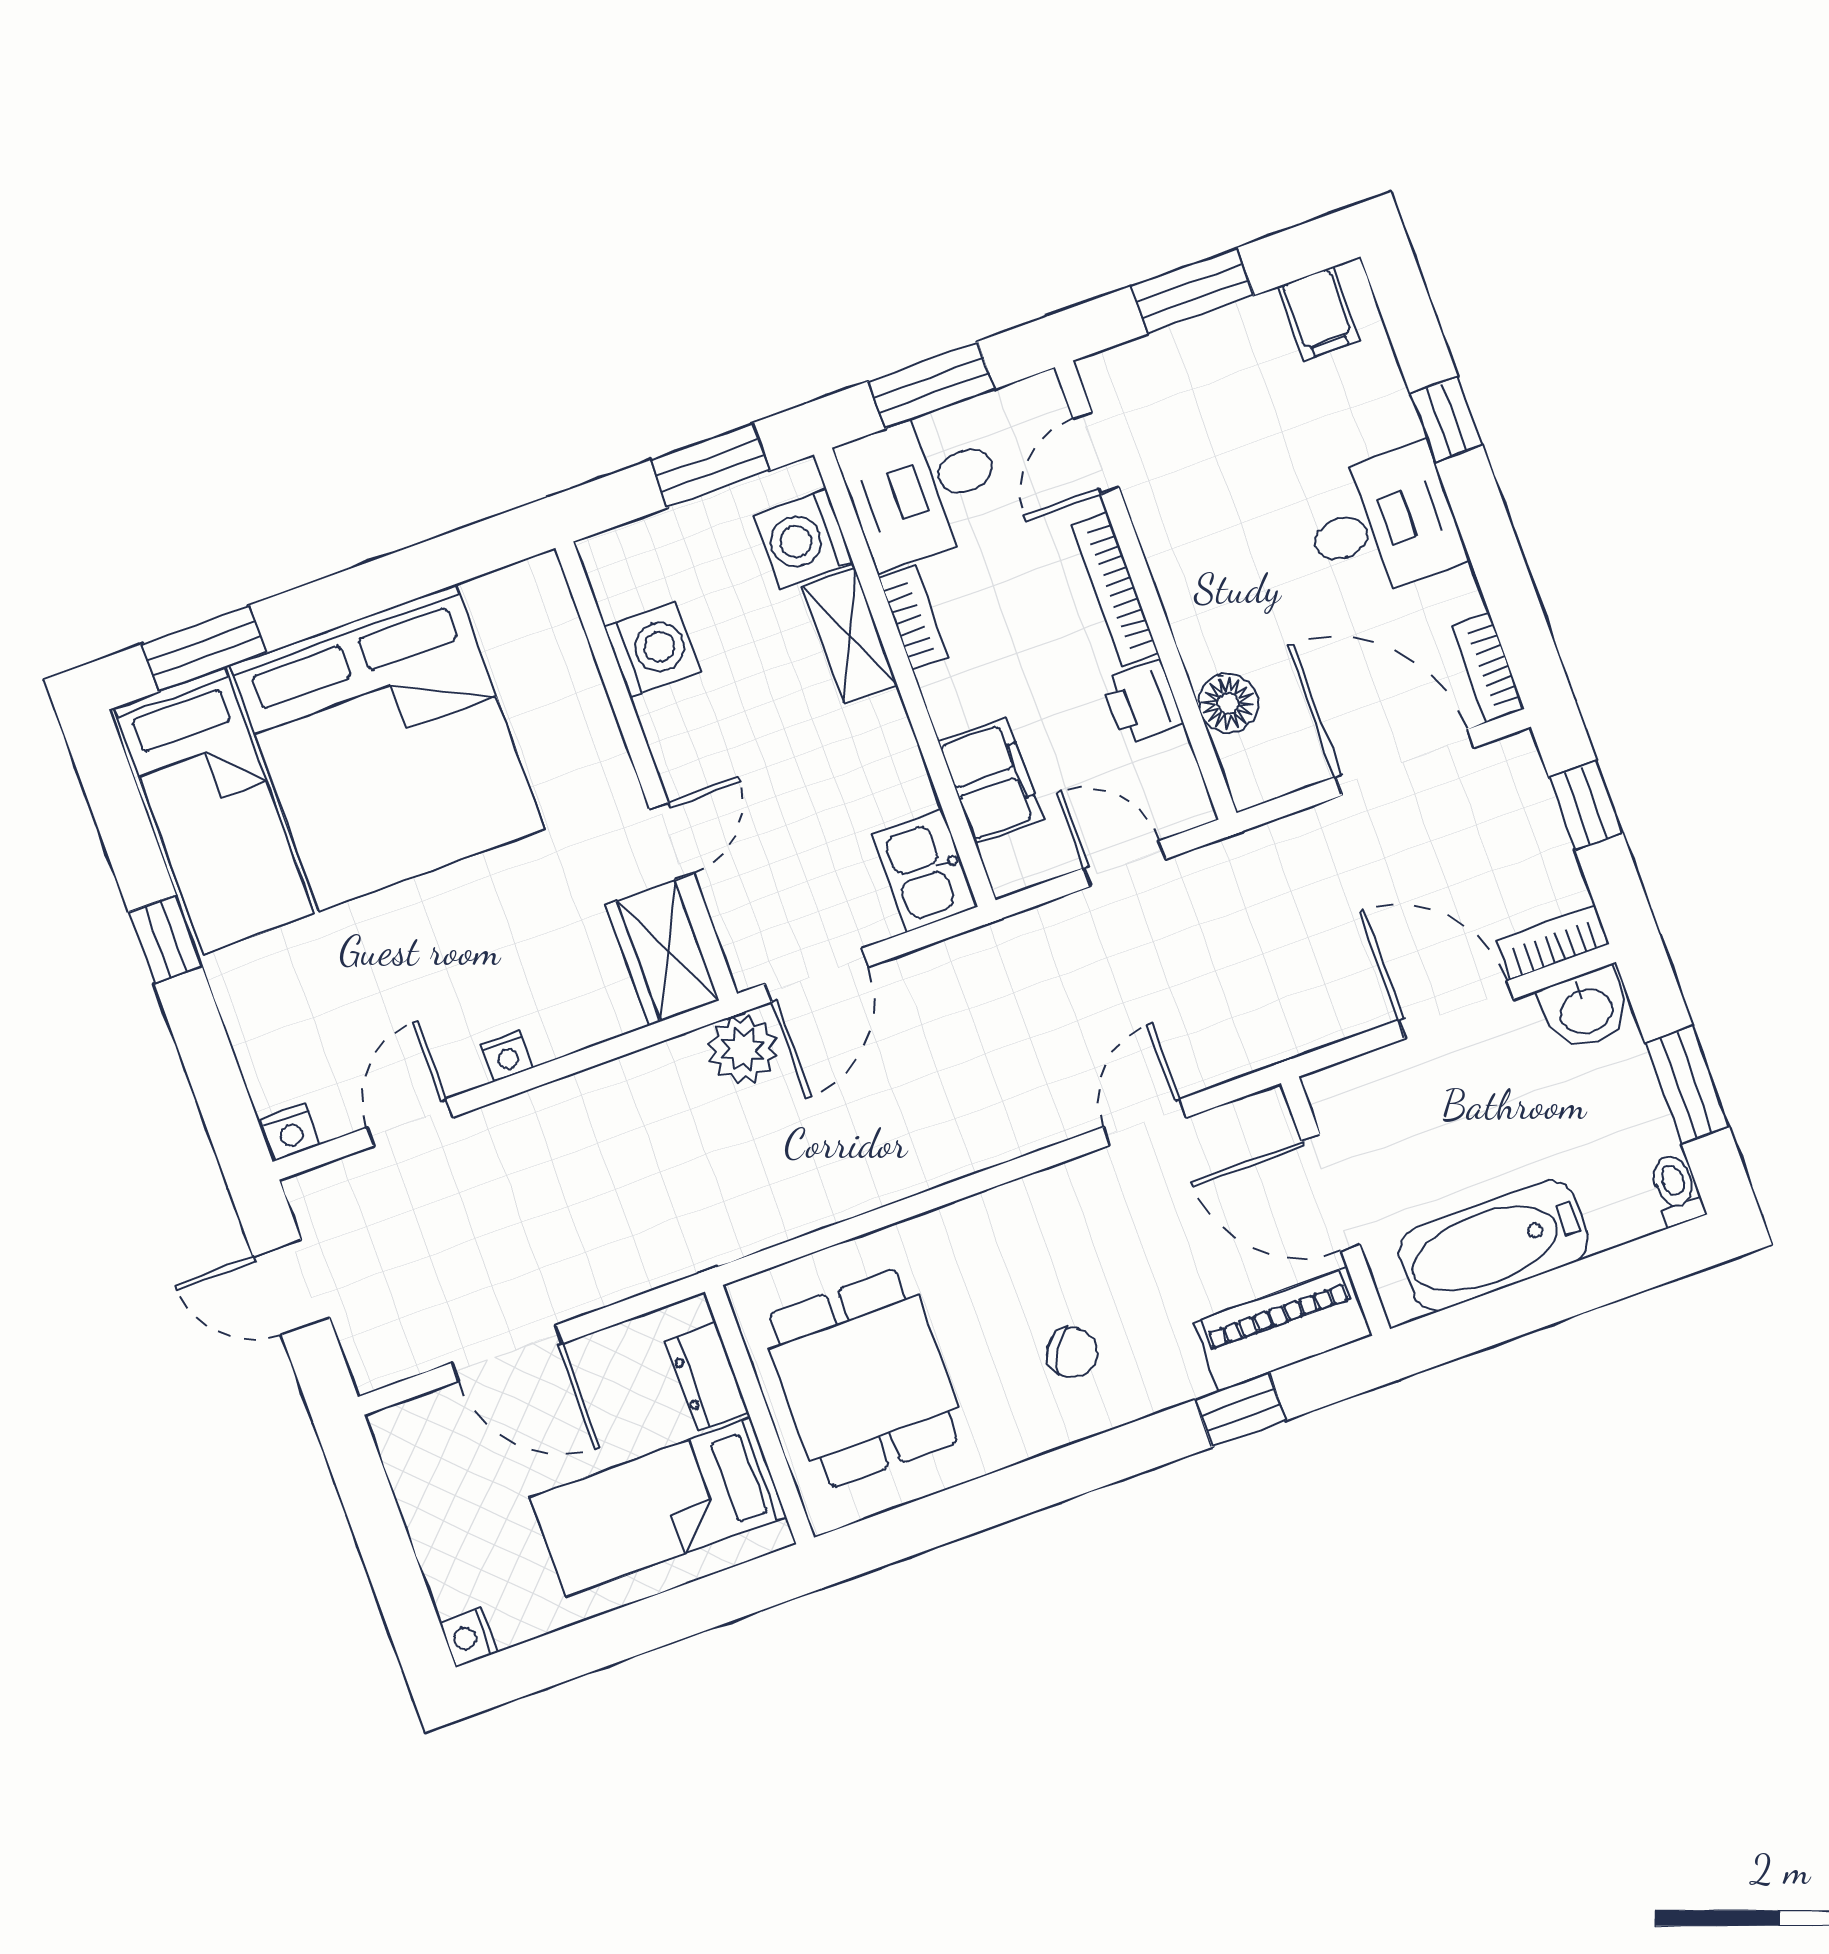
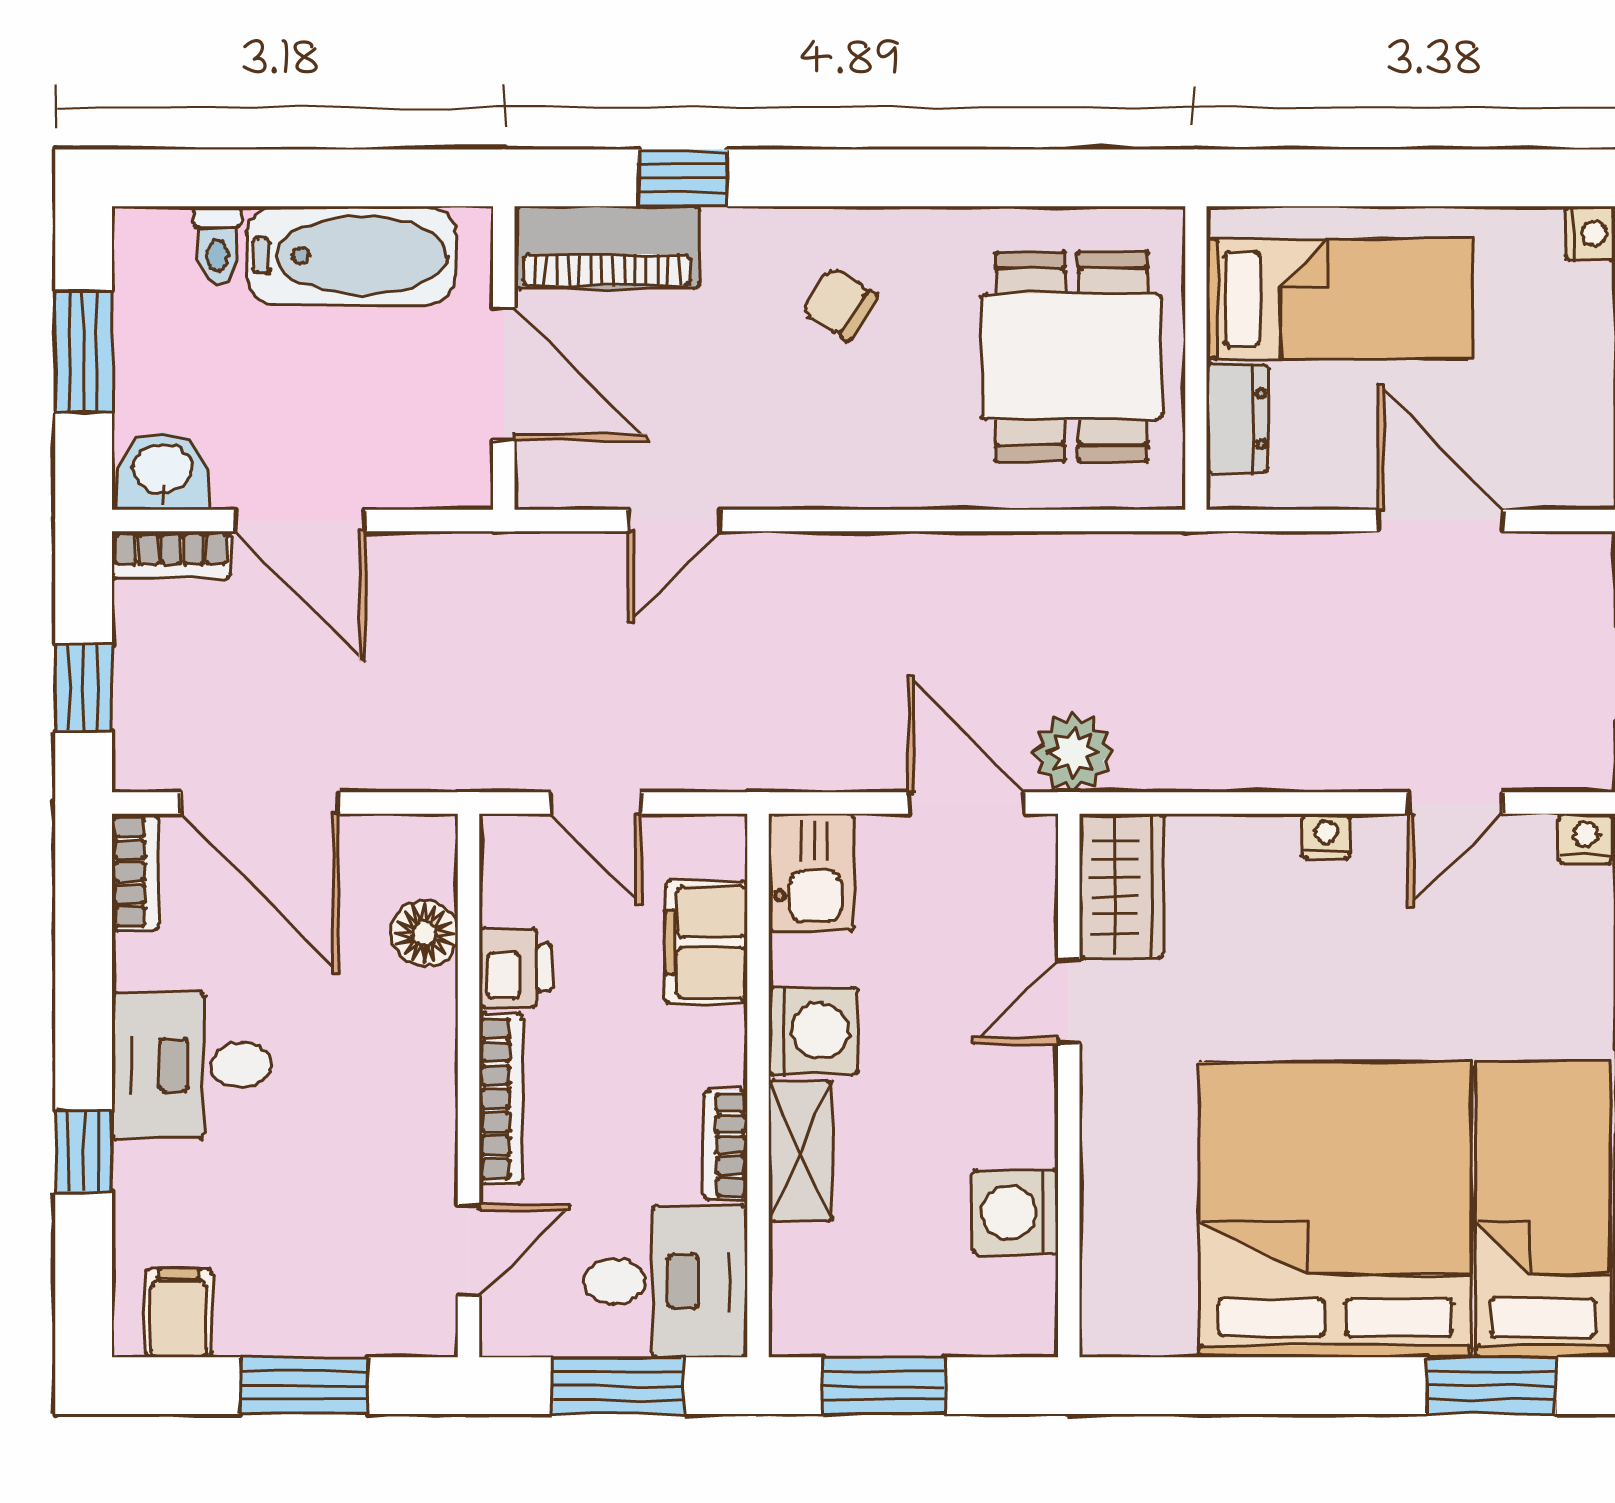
washing machine: (803, 539) -> (813, 1031), moved
door: (816, 975) -> (966, 803), hinge flipped
toilet: (1676, 1189) -> (217, 245), moved

